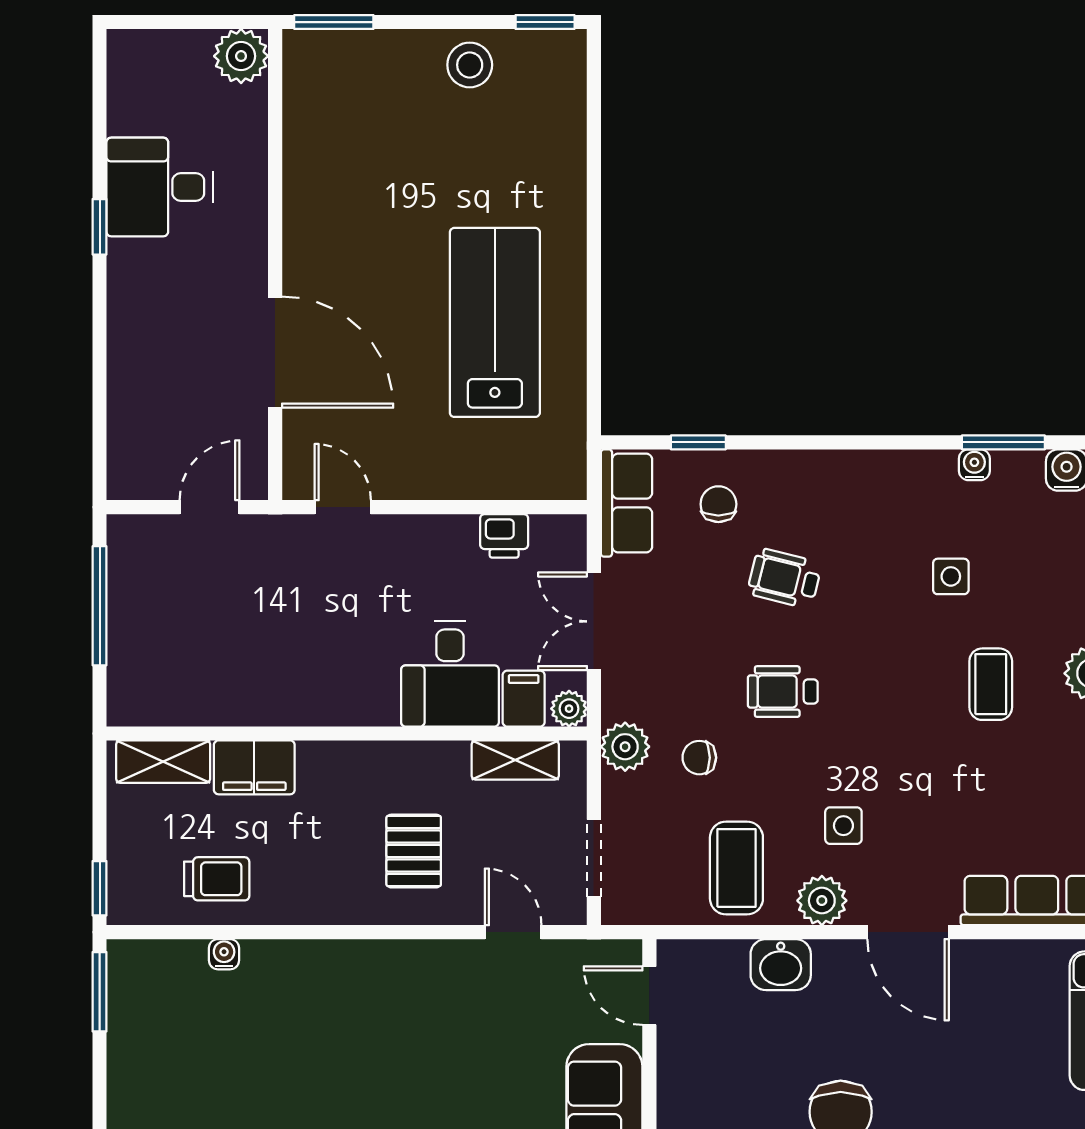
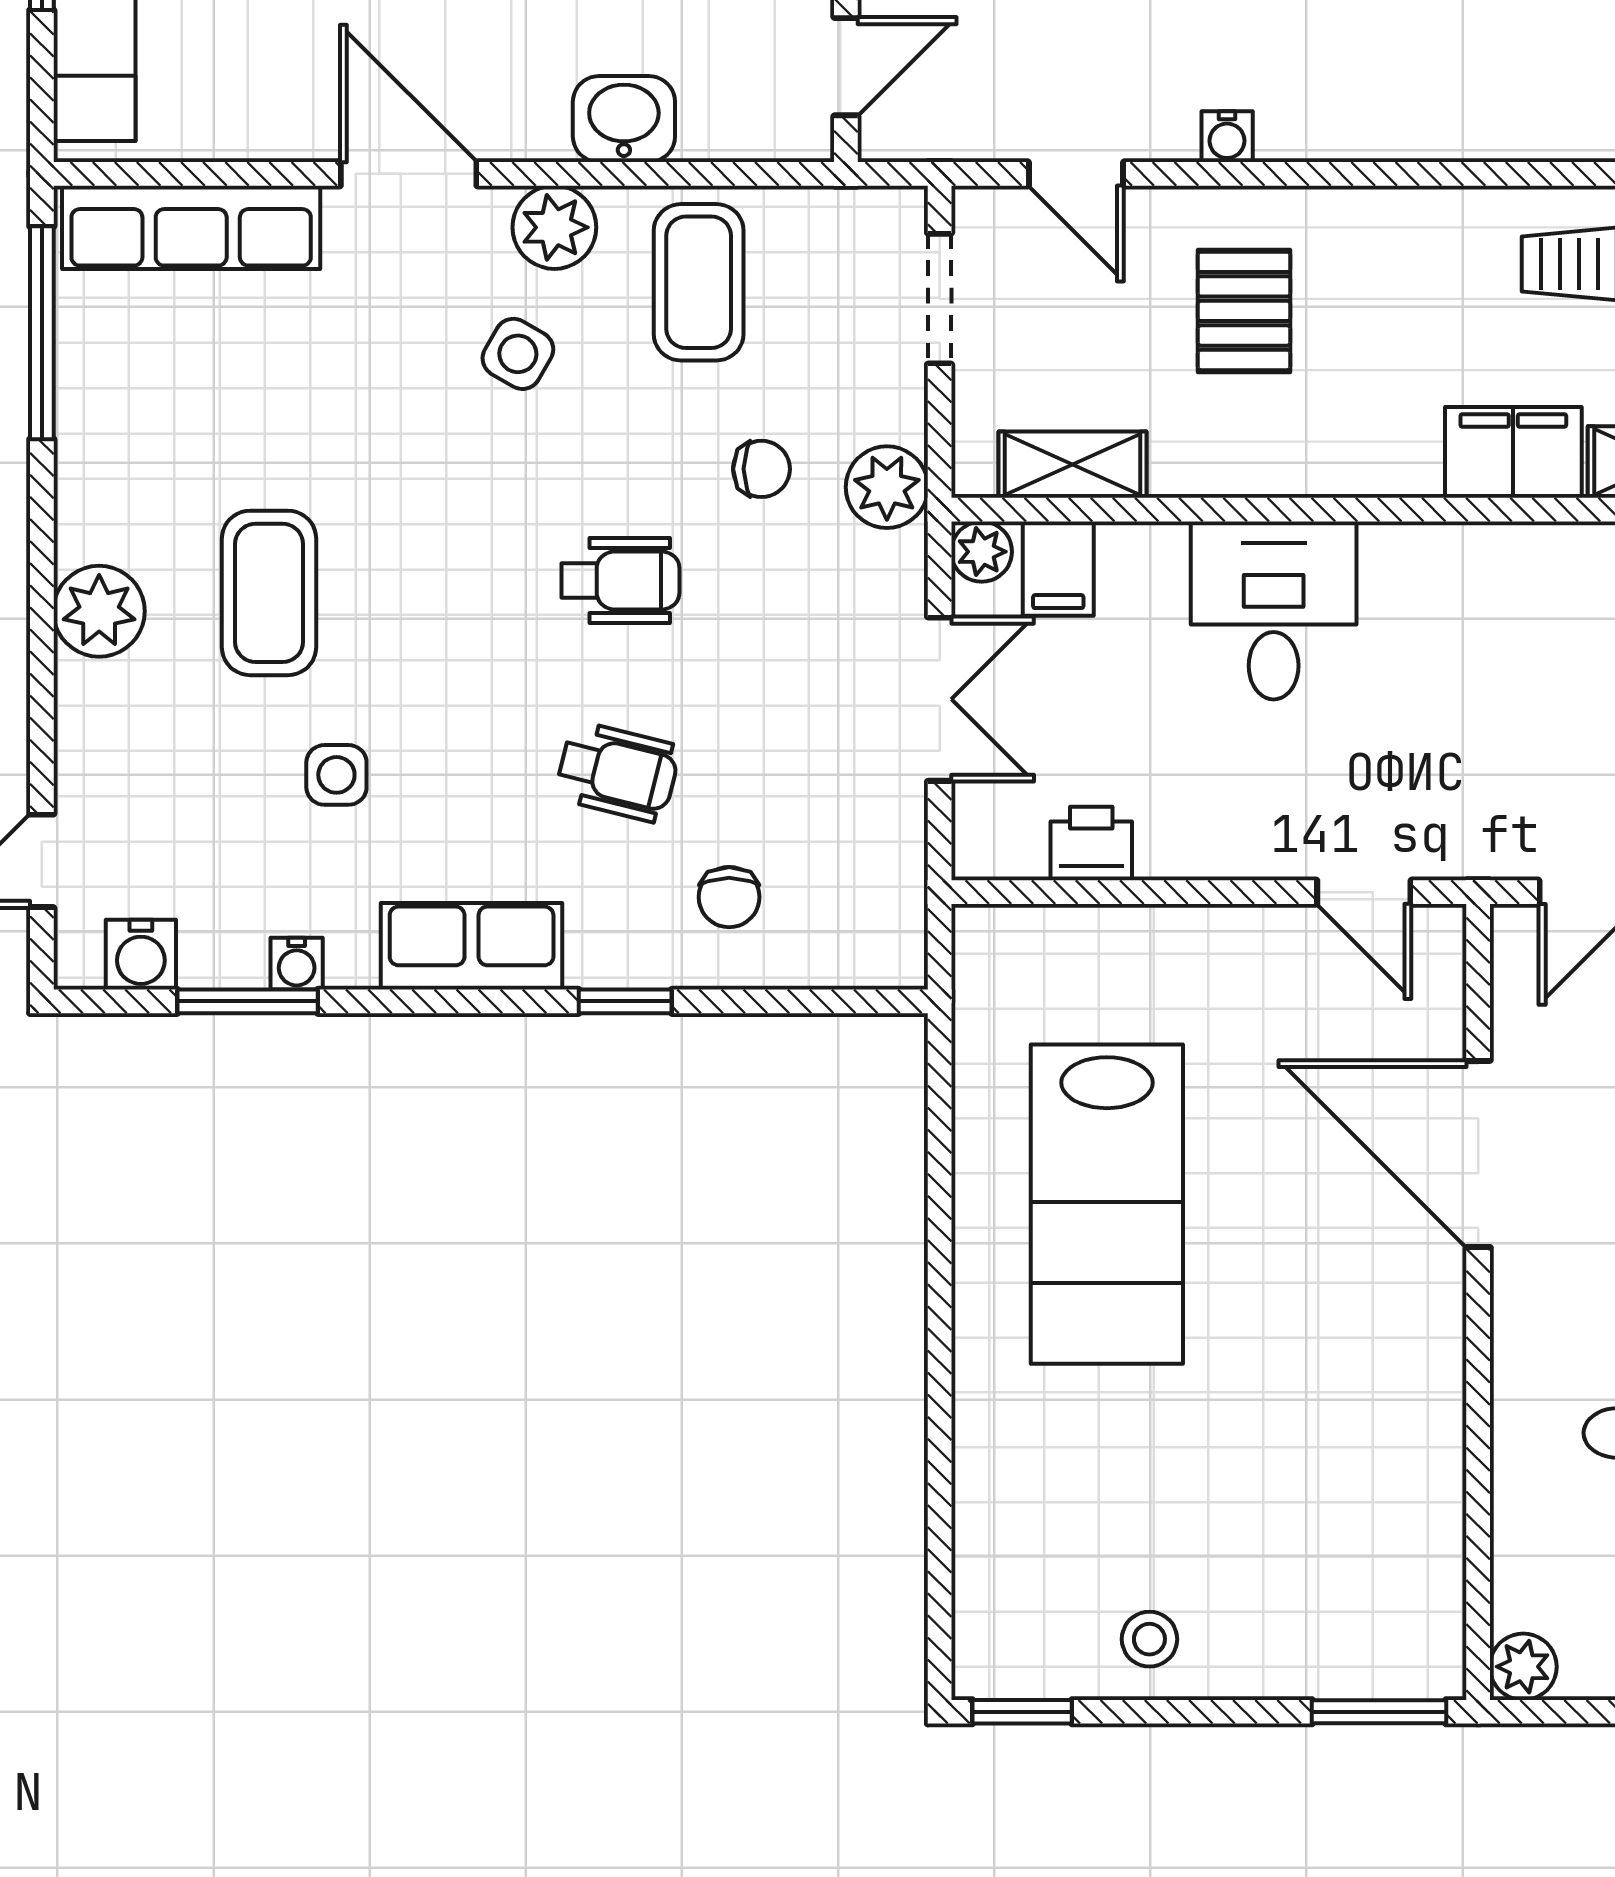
plant: (241, 56) -> (1523, 1667), width x0.73, depth x0.73
stool: (470, 65) -> (1149, 1639), width x0.73, depth x0.73
window: (698, 442) -> (625, 1001), moved
row of seats: (626, 503) -> (472, 946), moved, turned 90
desk: (450, 674) -> (1274, 610), moved
coffee table: (991, 684) -> (269, 593), width x1.36, depth x1.30
side table: (843, 826) -> (518, 354), turned 30
water cooler: (224, 954) -> (1227, 137), moved
door: (649, 996) -> (846, 67), hinge flipped

